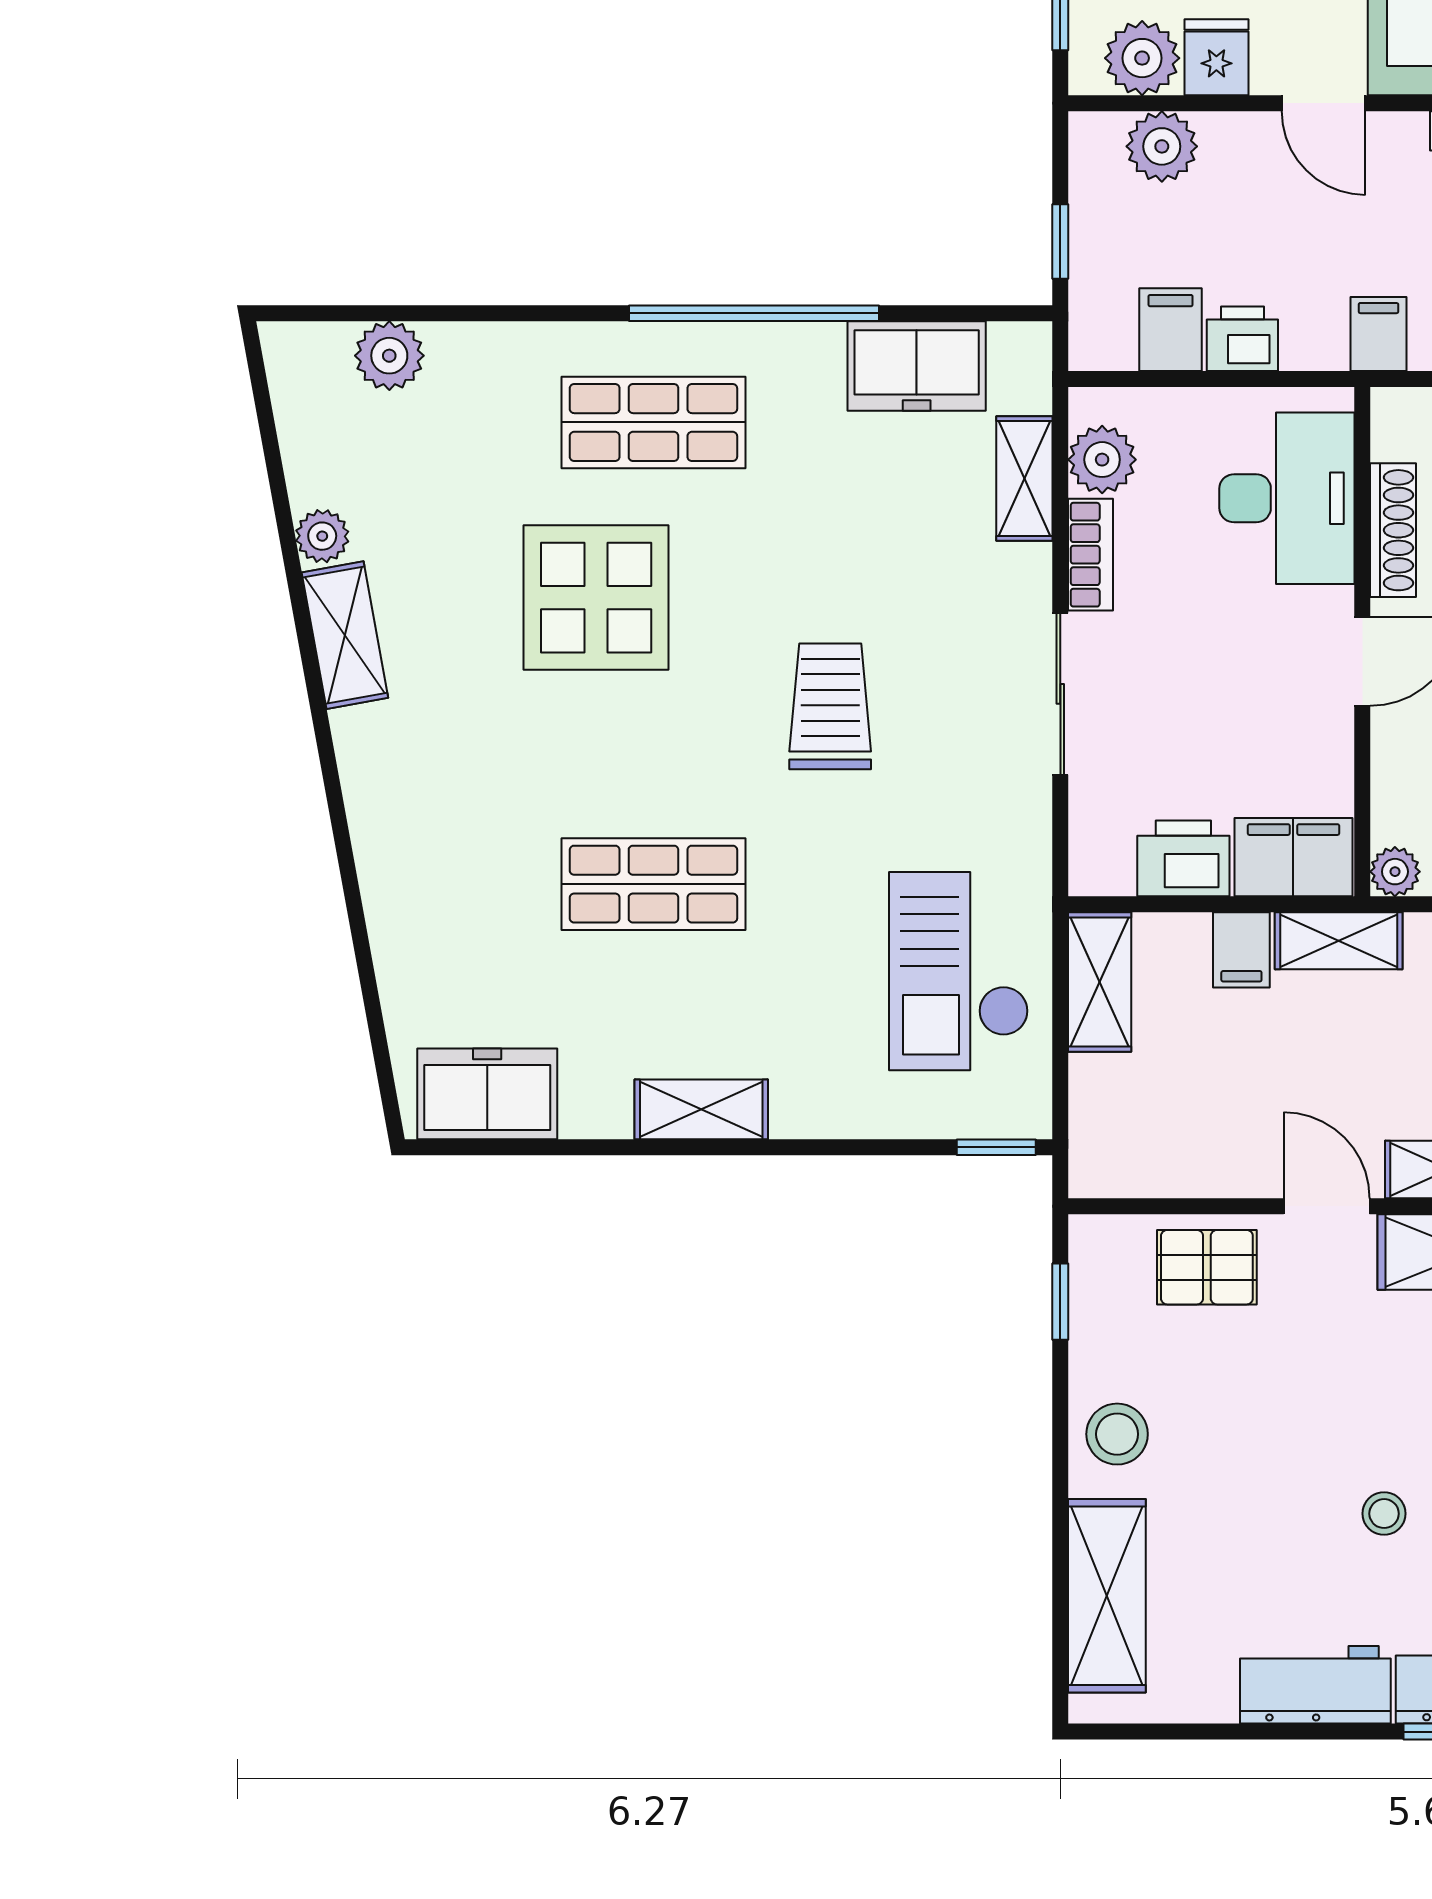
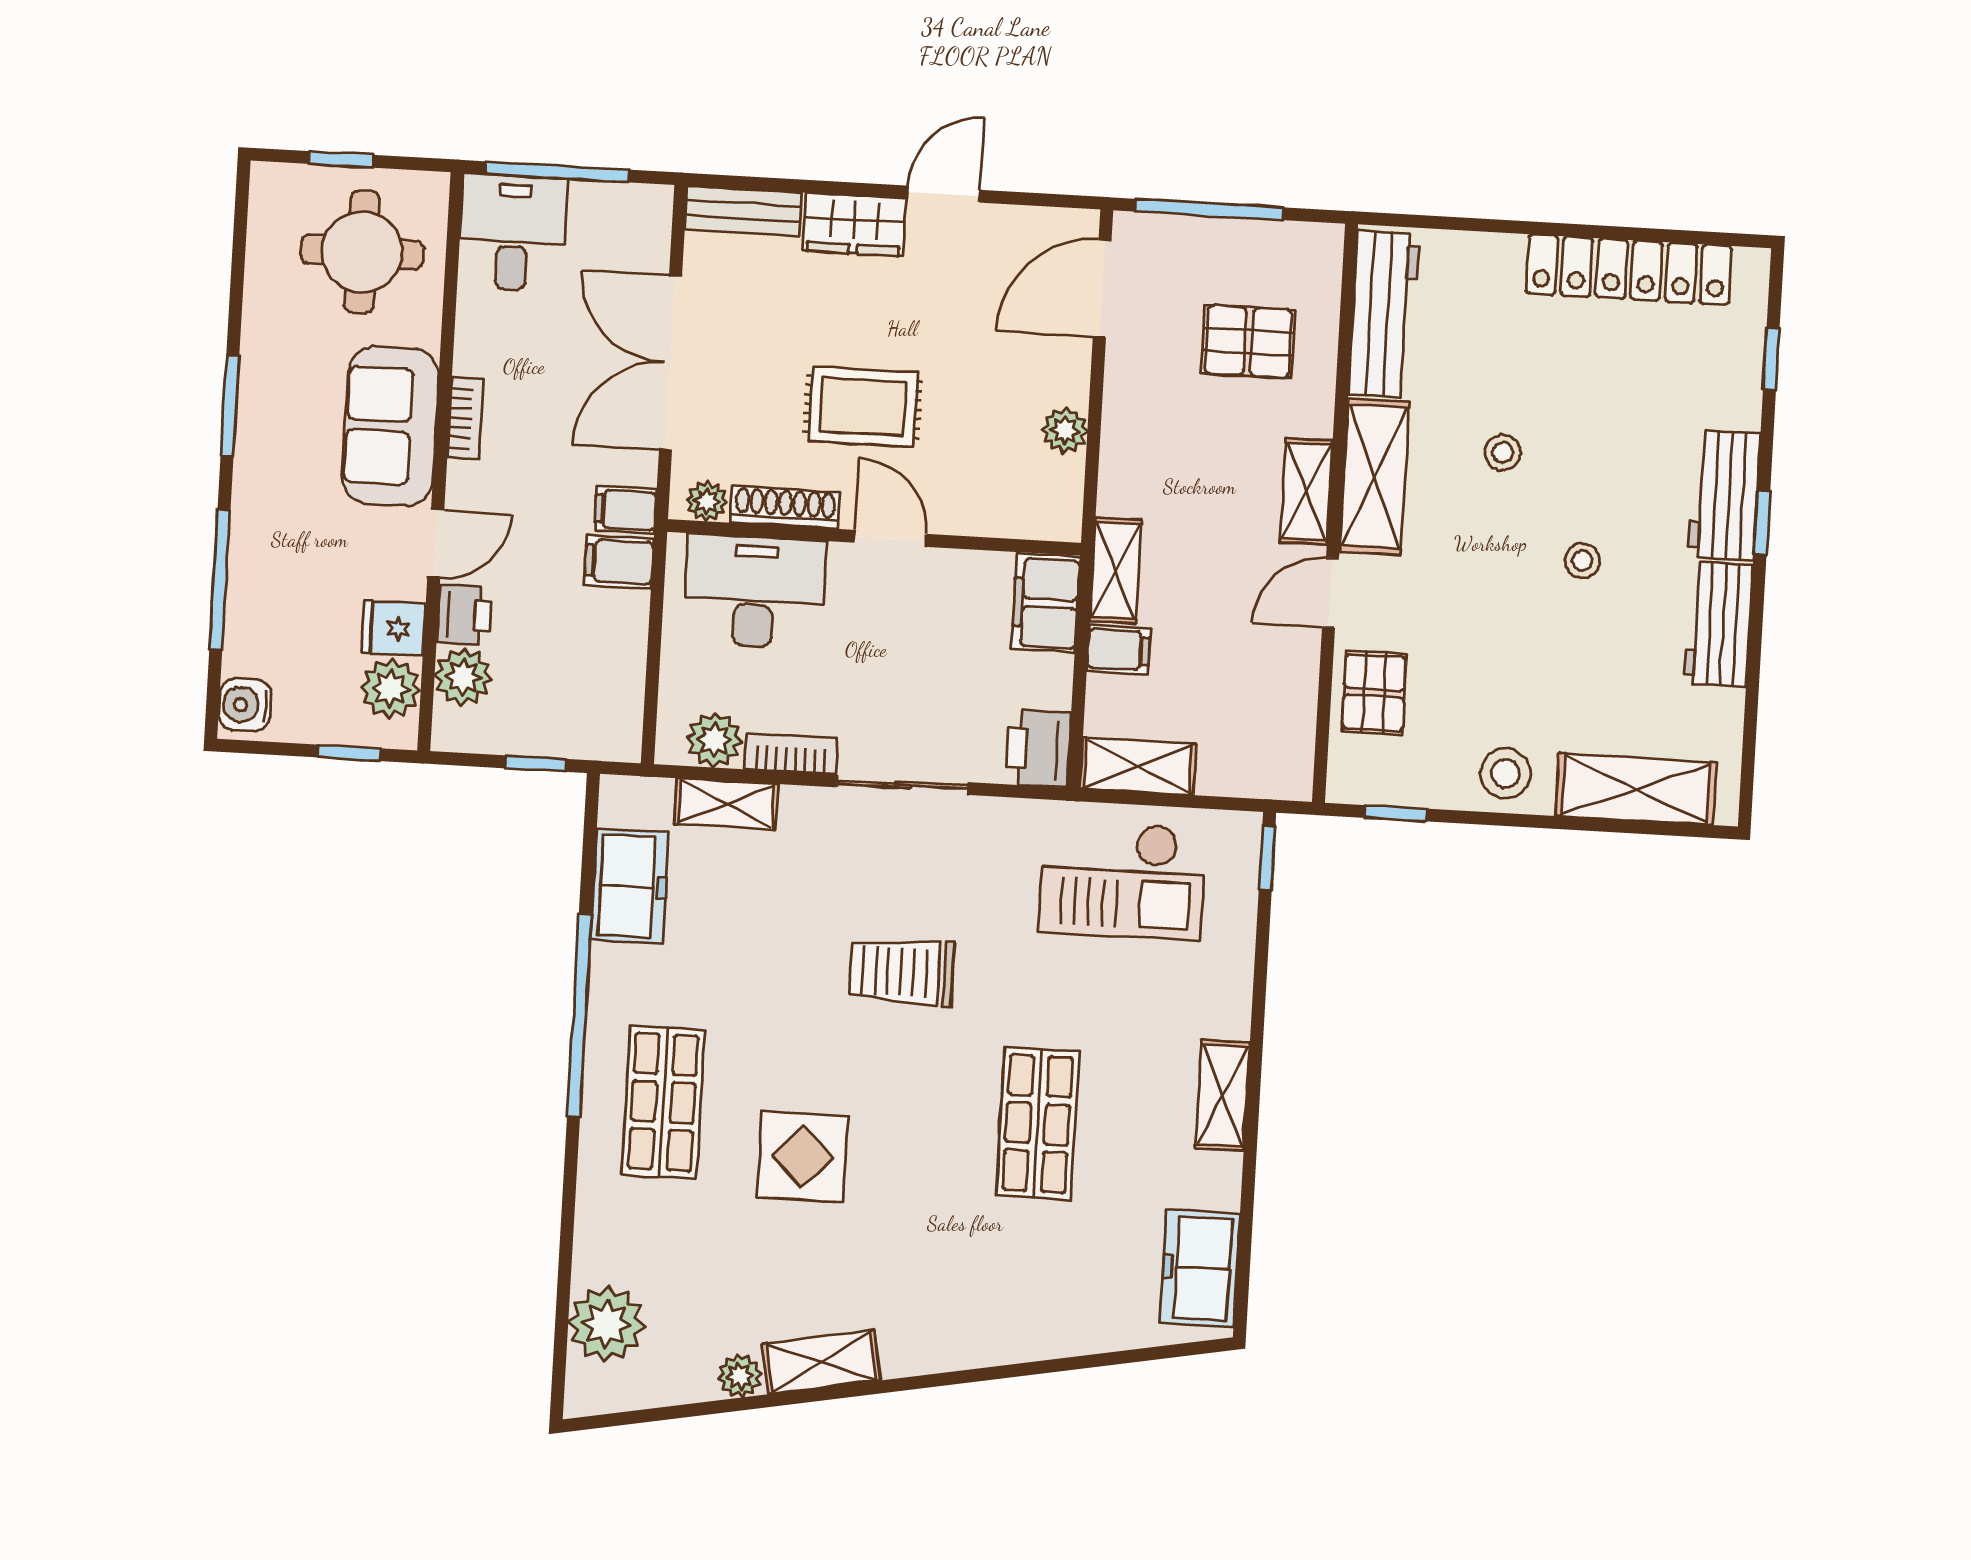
filing cabinet: (1171, 330) -> (619, 562), moved
printer: (1242, 339) -> (464, 615), moved, turned 180
plant: (389, 356) -> (606, 1324), width x1.36, depth x1.36
display table: (596, 598) -> (803, 1157), width x0.73, depth x0.73
printer: (1183, 858) -> (1038, 749), moved
plant: (1395, 872) -> (707, 501), moved

